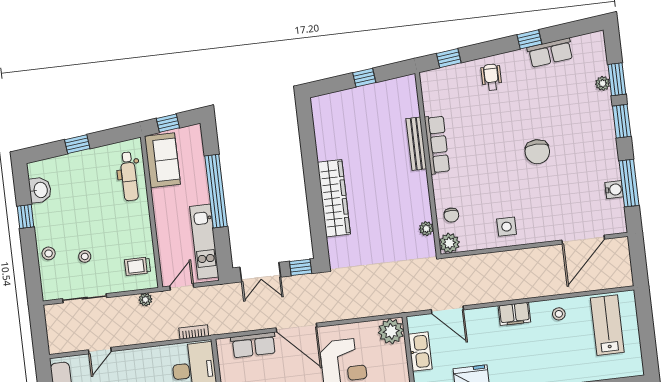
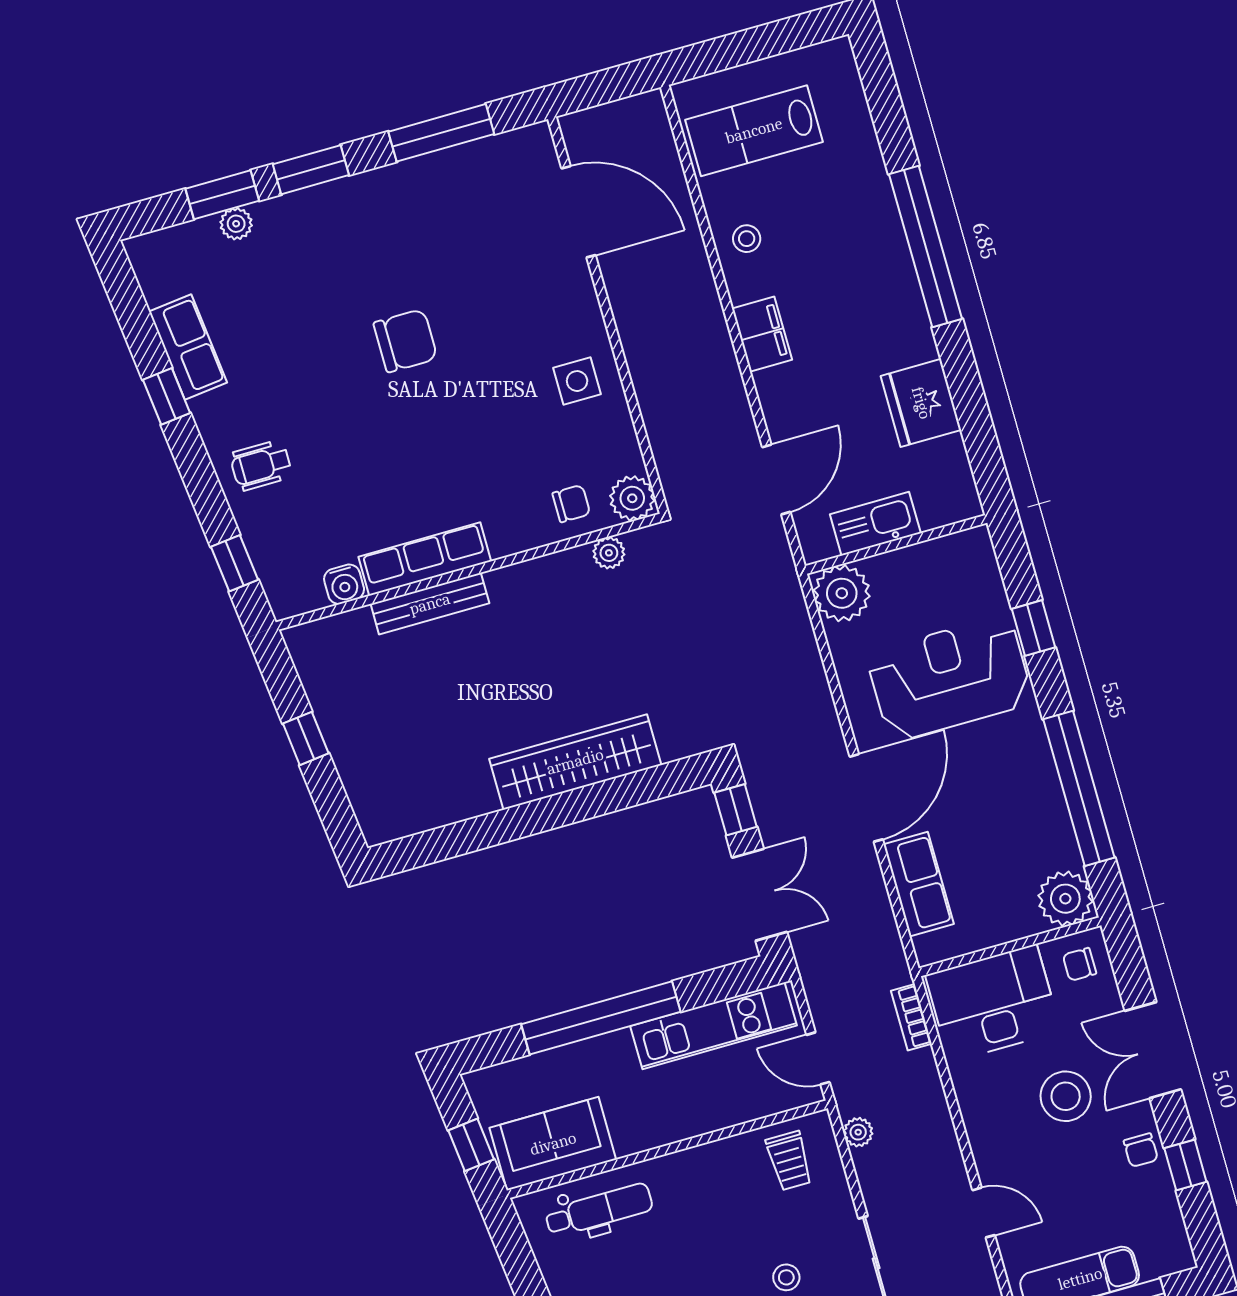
water cooler: (614, 190) -> (344, 584), moved, turned 180

